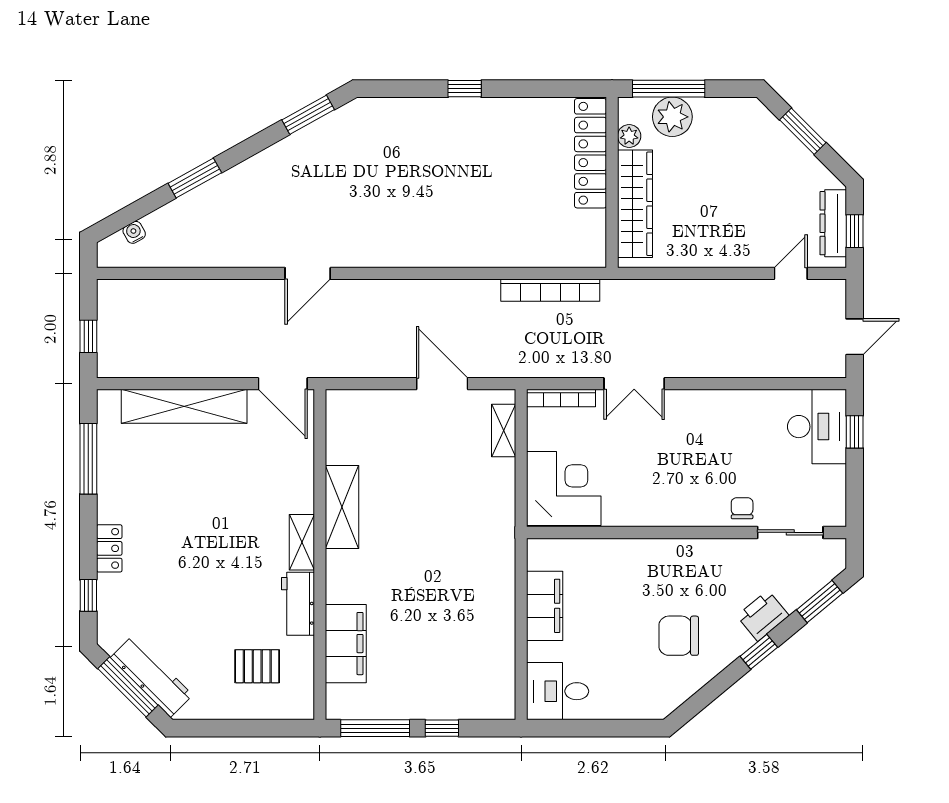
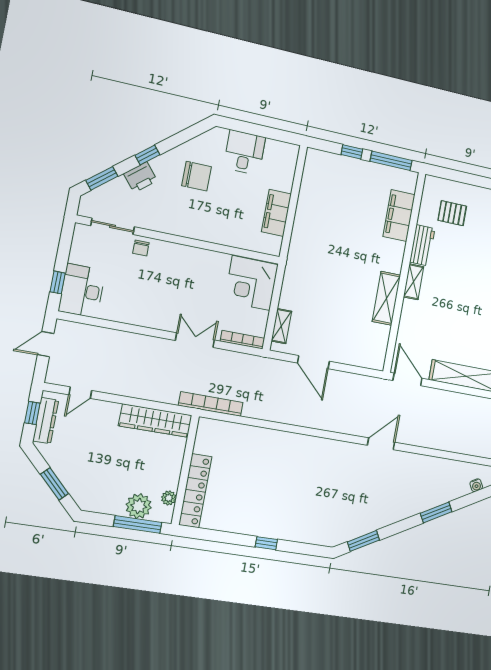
wardrobe: (635, 204) -> (155, 421), moved, turned -90
bookcase: (550, 290) -> (211, 404), moved
desk: (558, 691) -> (244, 152), moved, turned -90

